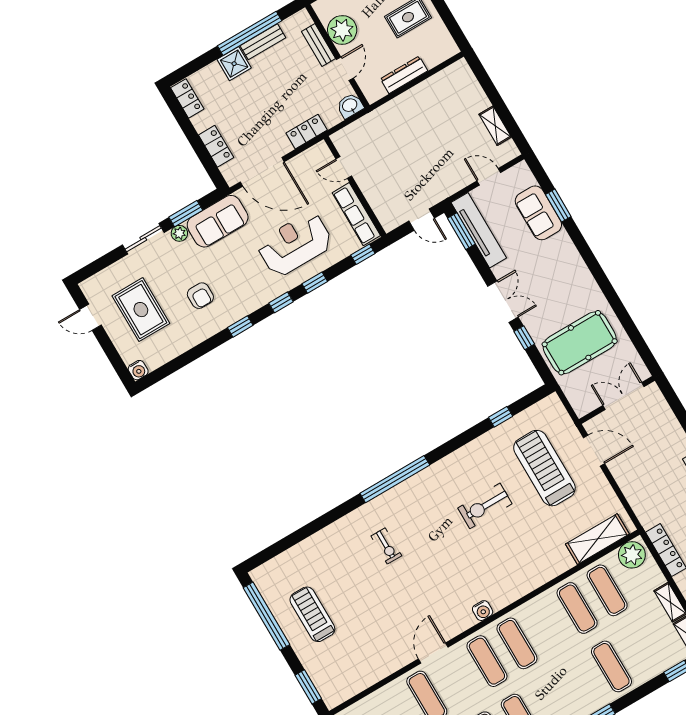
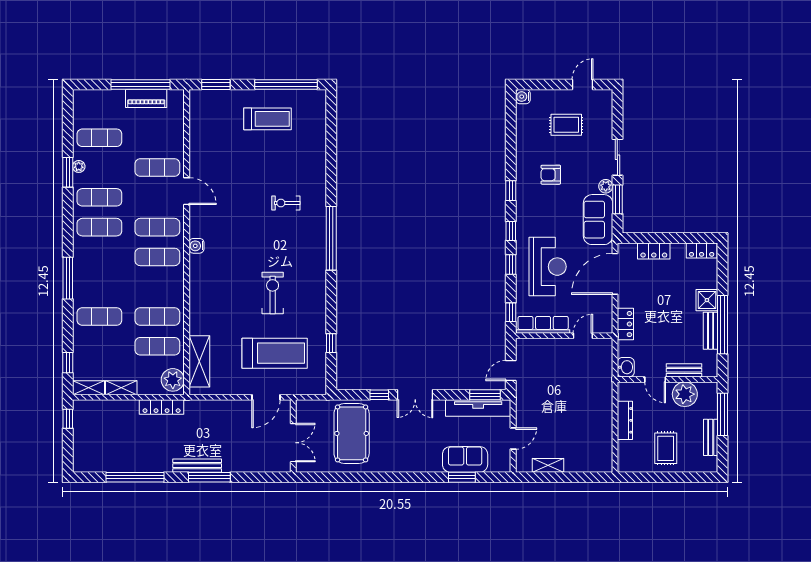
rug: (141, 310) -> (566, 125), width x0.73, depth x0.70

